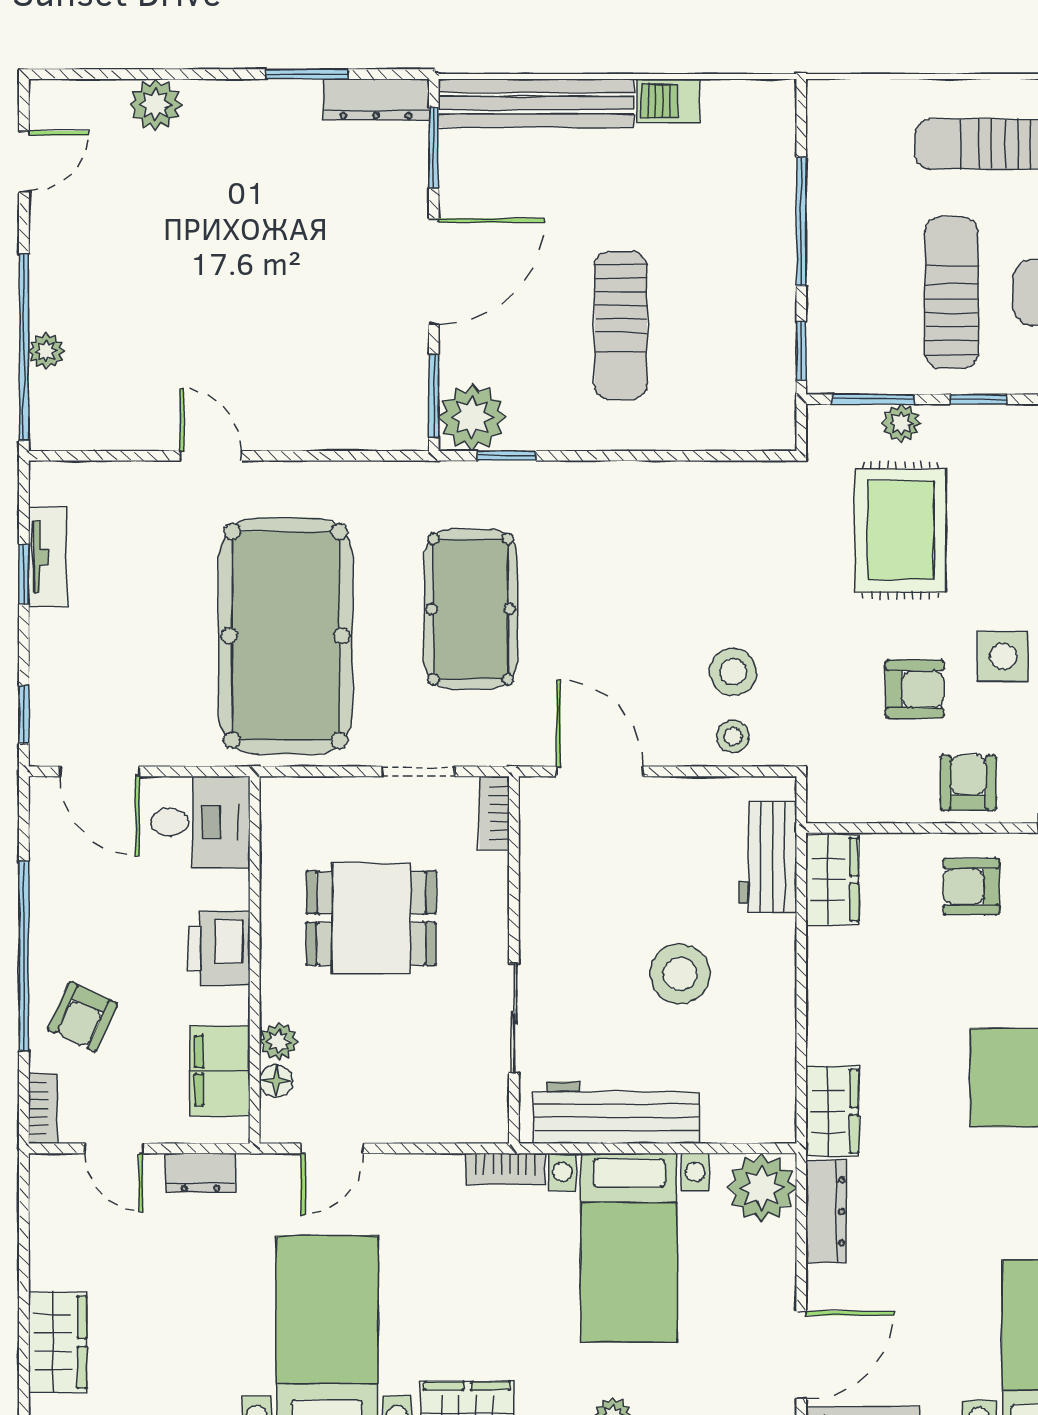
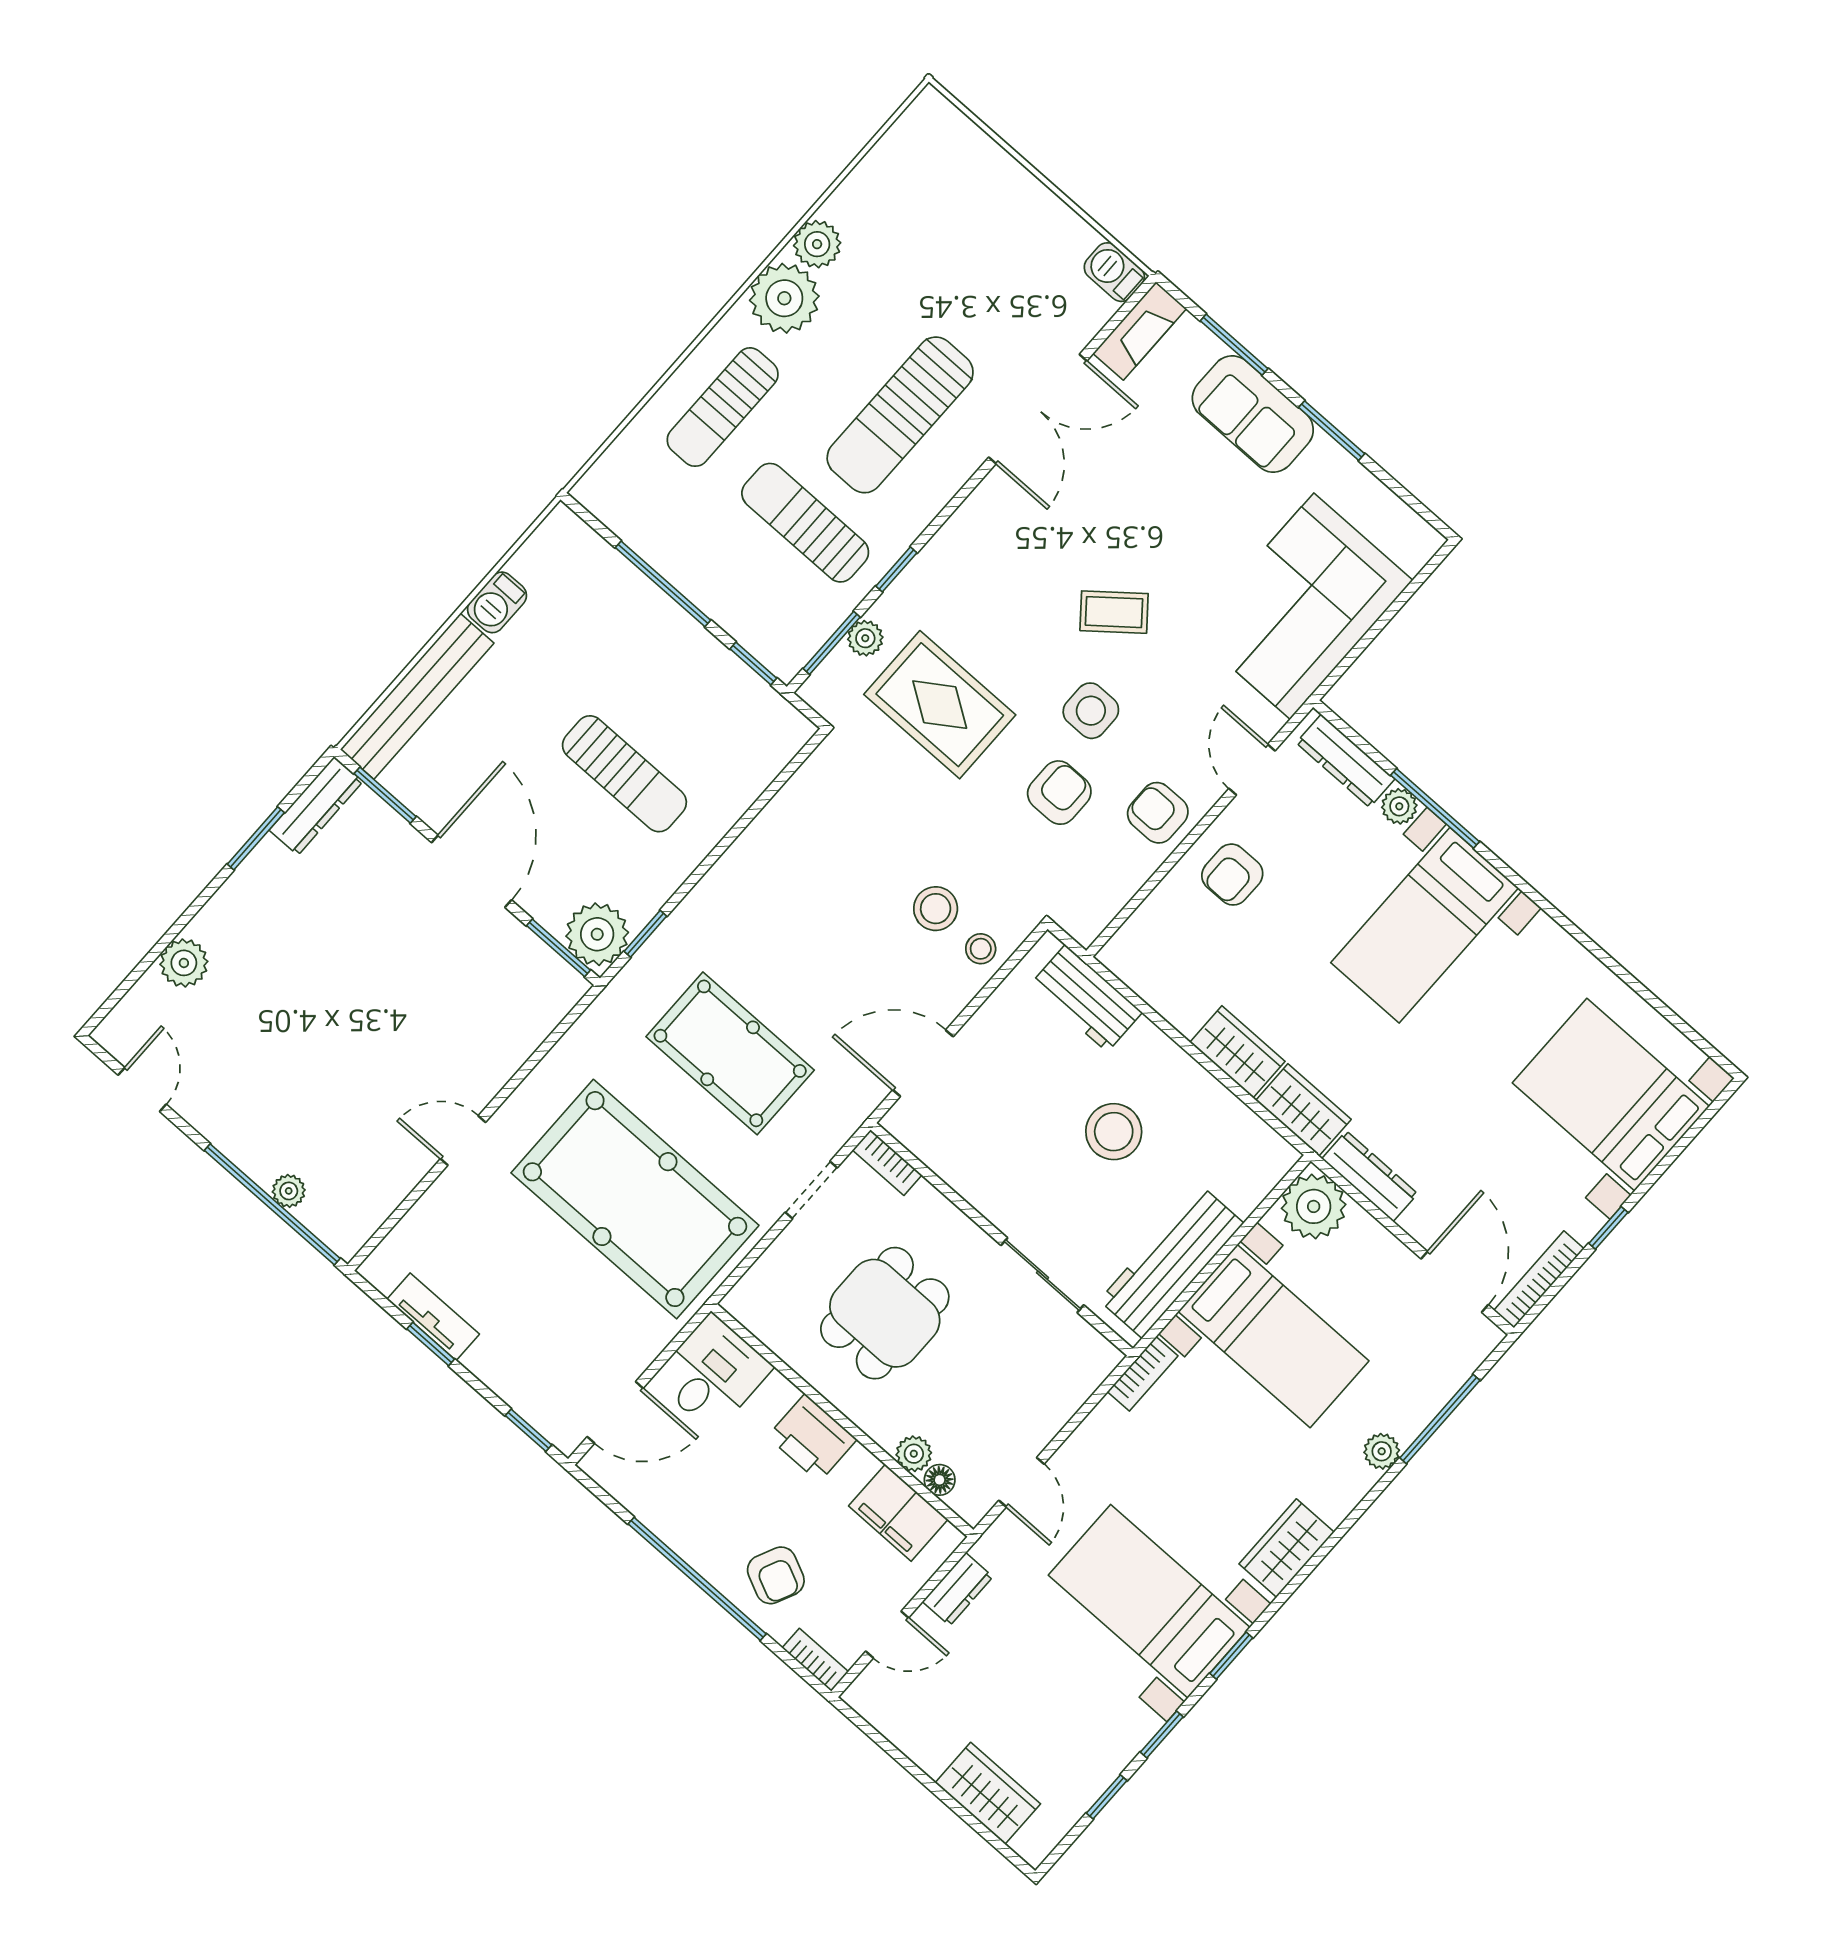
wardrobe: (832, 880) -> (1237, 1052), moved

